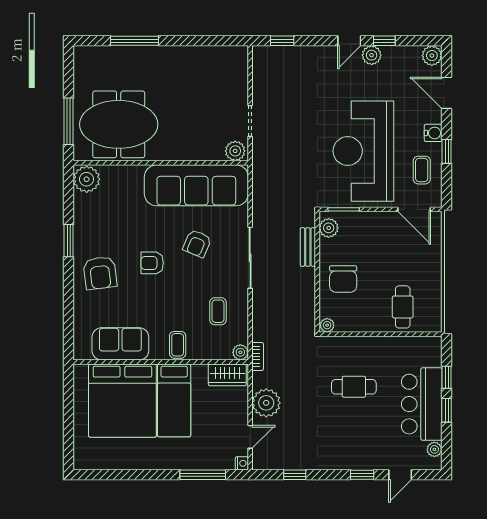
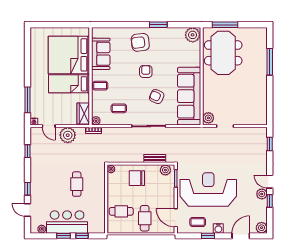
door: (414, 209) -> (176, 218), hinge flipped
cafe table: (415, 265) -> (145, 218), added

